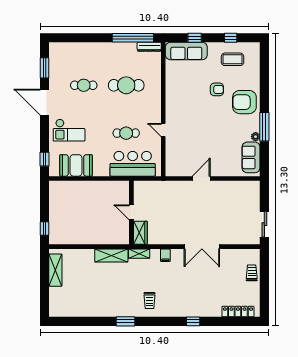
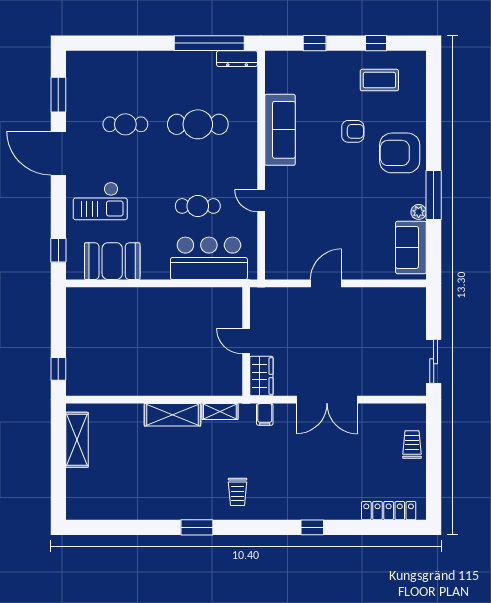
sofa: (186, 51) -> (280, 130), moved, turned -90
door: (131, 212) -> (246, 341), moved
wall: (131, 213) -> (246, 342), moved
wardrobe: (140, 233) -> (261, 376), moved

